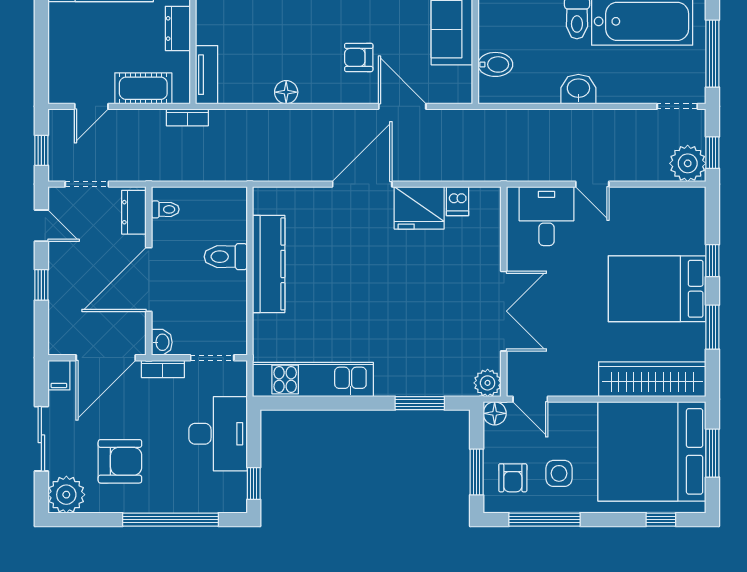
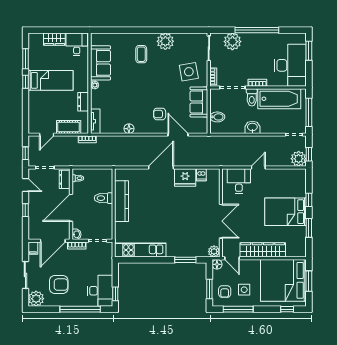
door: (592, 184) -> (258, 167), swing flipped
wardrobe: (652, 379) -> (263, 250), moved
desk: (218, 434) -> (100, 291), moved

